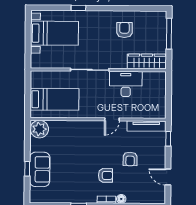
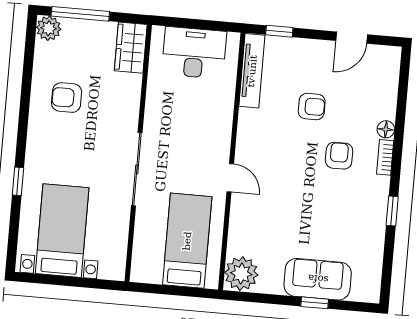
plant: (160, 18) -> (49, 28), added
wardrobe: (147, 61) -> (131, 48), width x0.67
desk: (126, 84) -> (194, 53), moved, turned 90
door: (112, 119) -> (230, 178), moved

